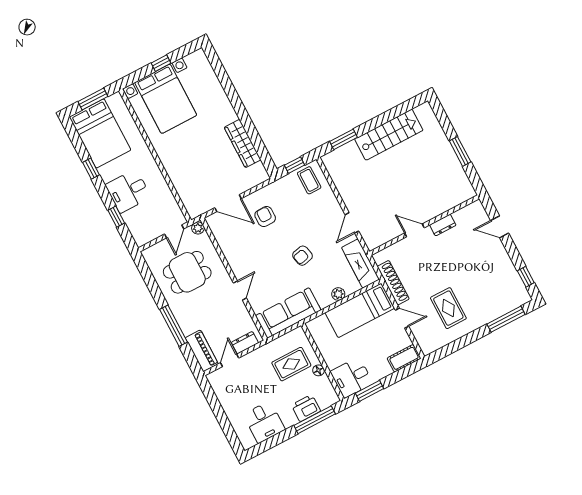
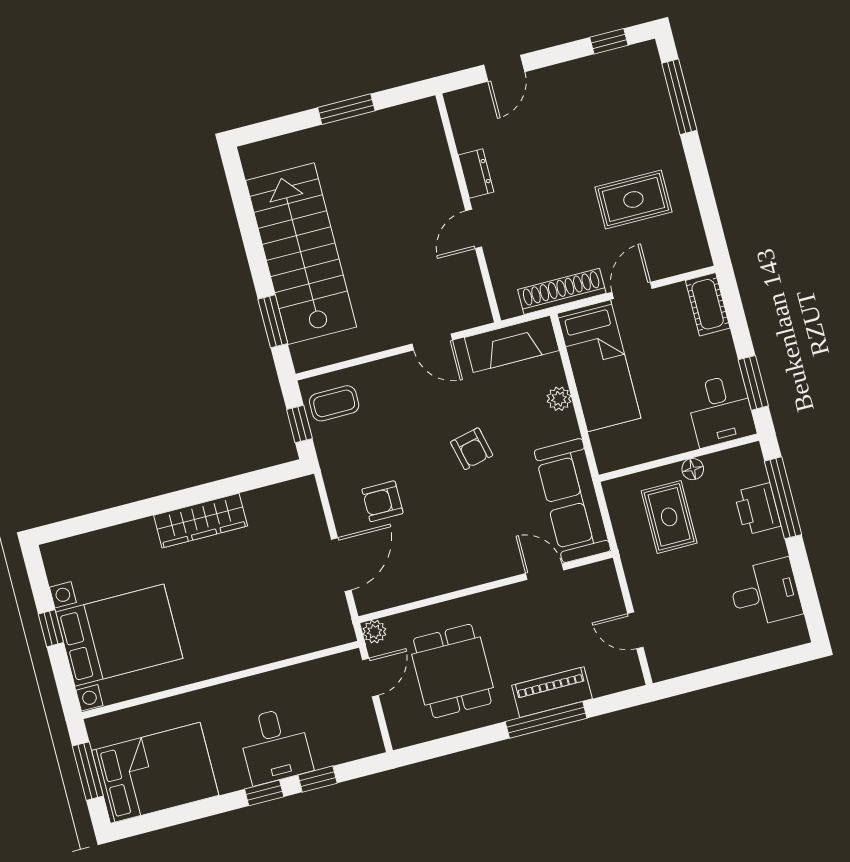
stairs: (389, 135) -> (301, 254), width x1.36, depth x1.51
wardrobe: (243, 143) -> (201, 521), moved
window: (91, 169) -> (264, 793), moved
door: (174, 231) -> (370, 678), hinge flipped
door: (240, 290) -> (545, 572), moved
dresser: (245, 343) -> (609, 594), removed
piano: (202, 351) -> (552, 692), moved

